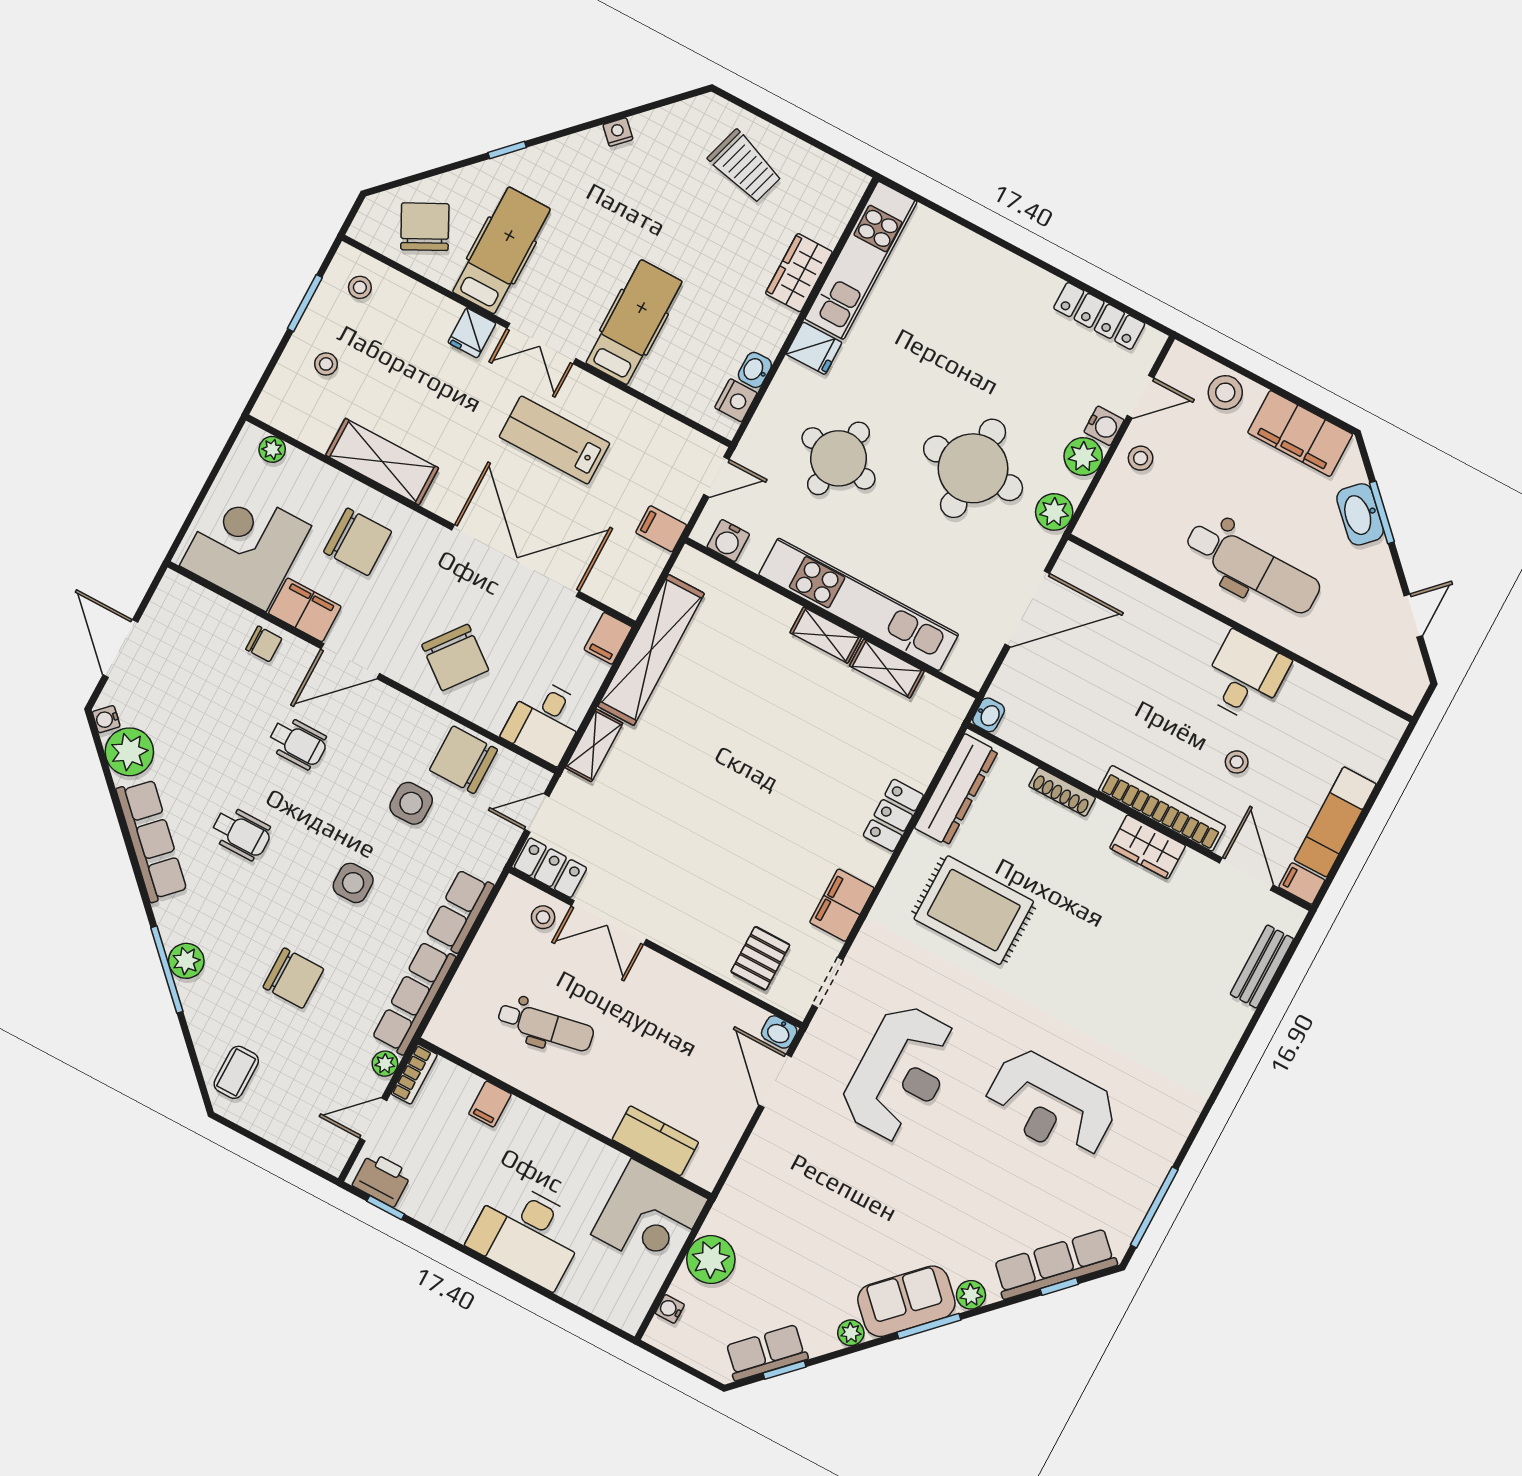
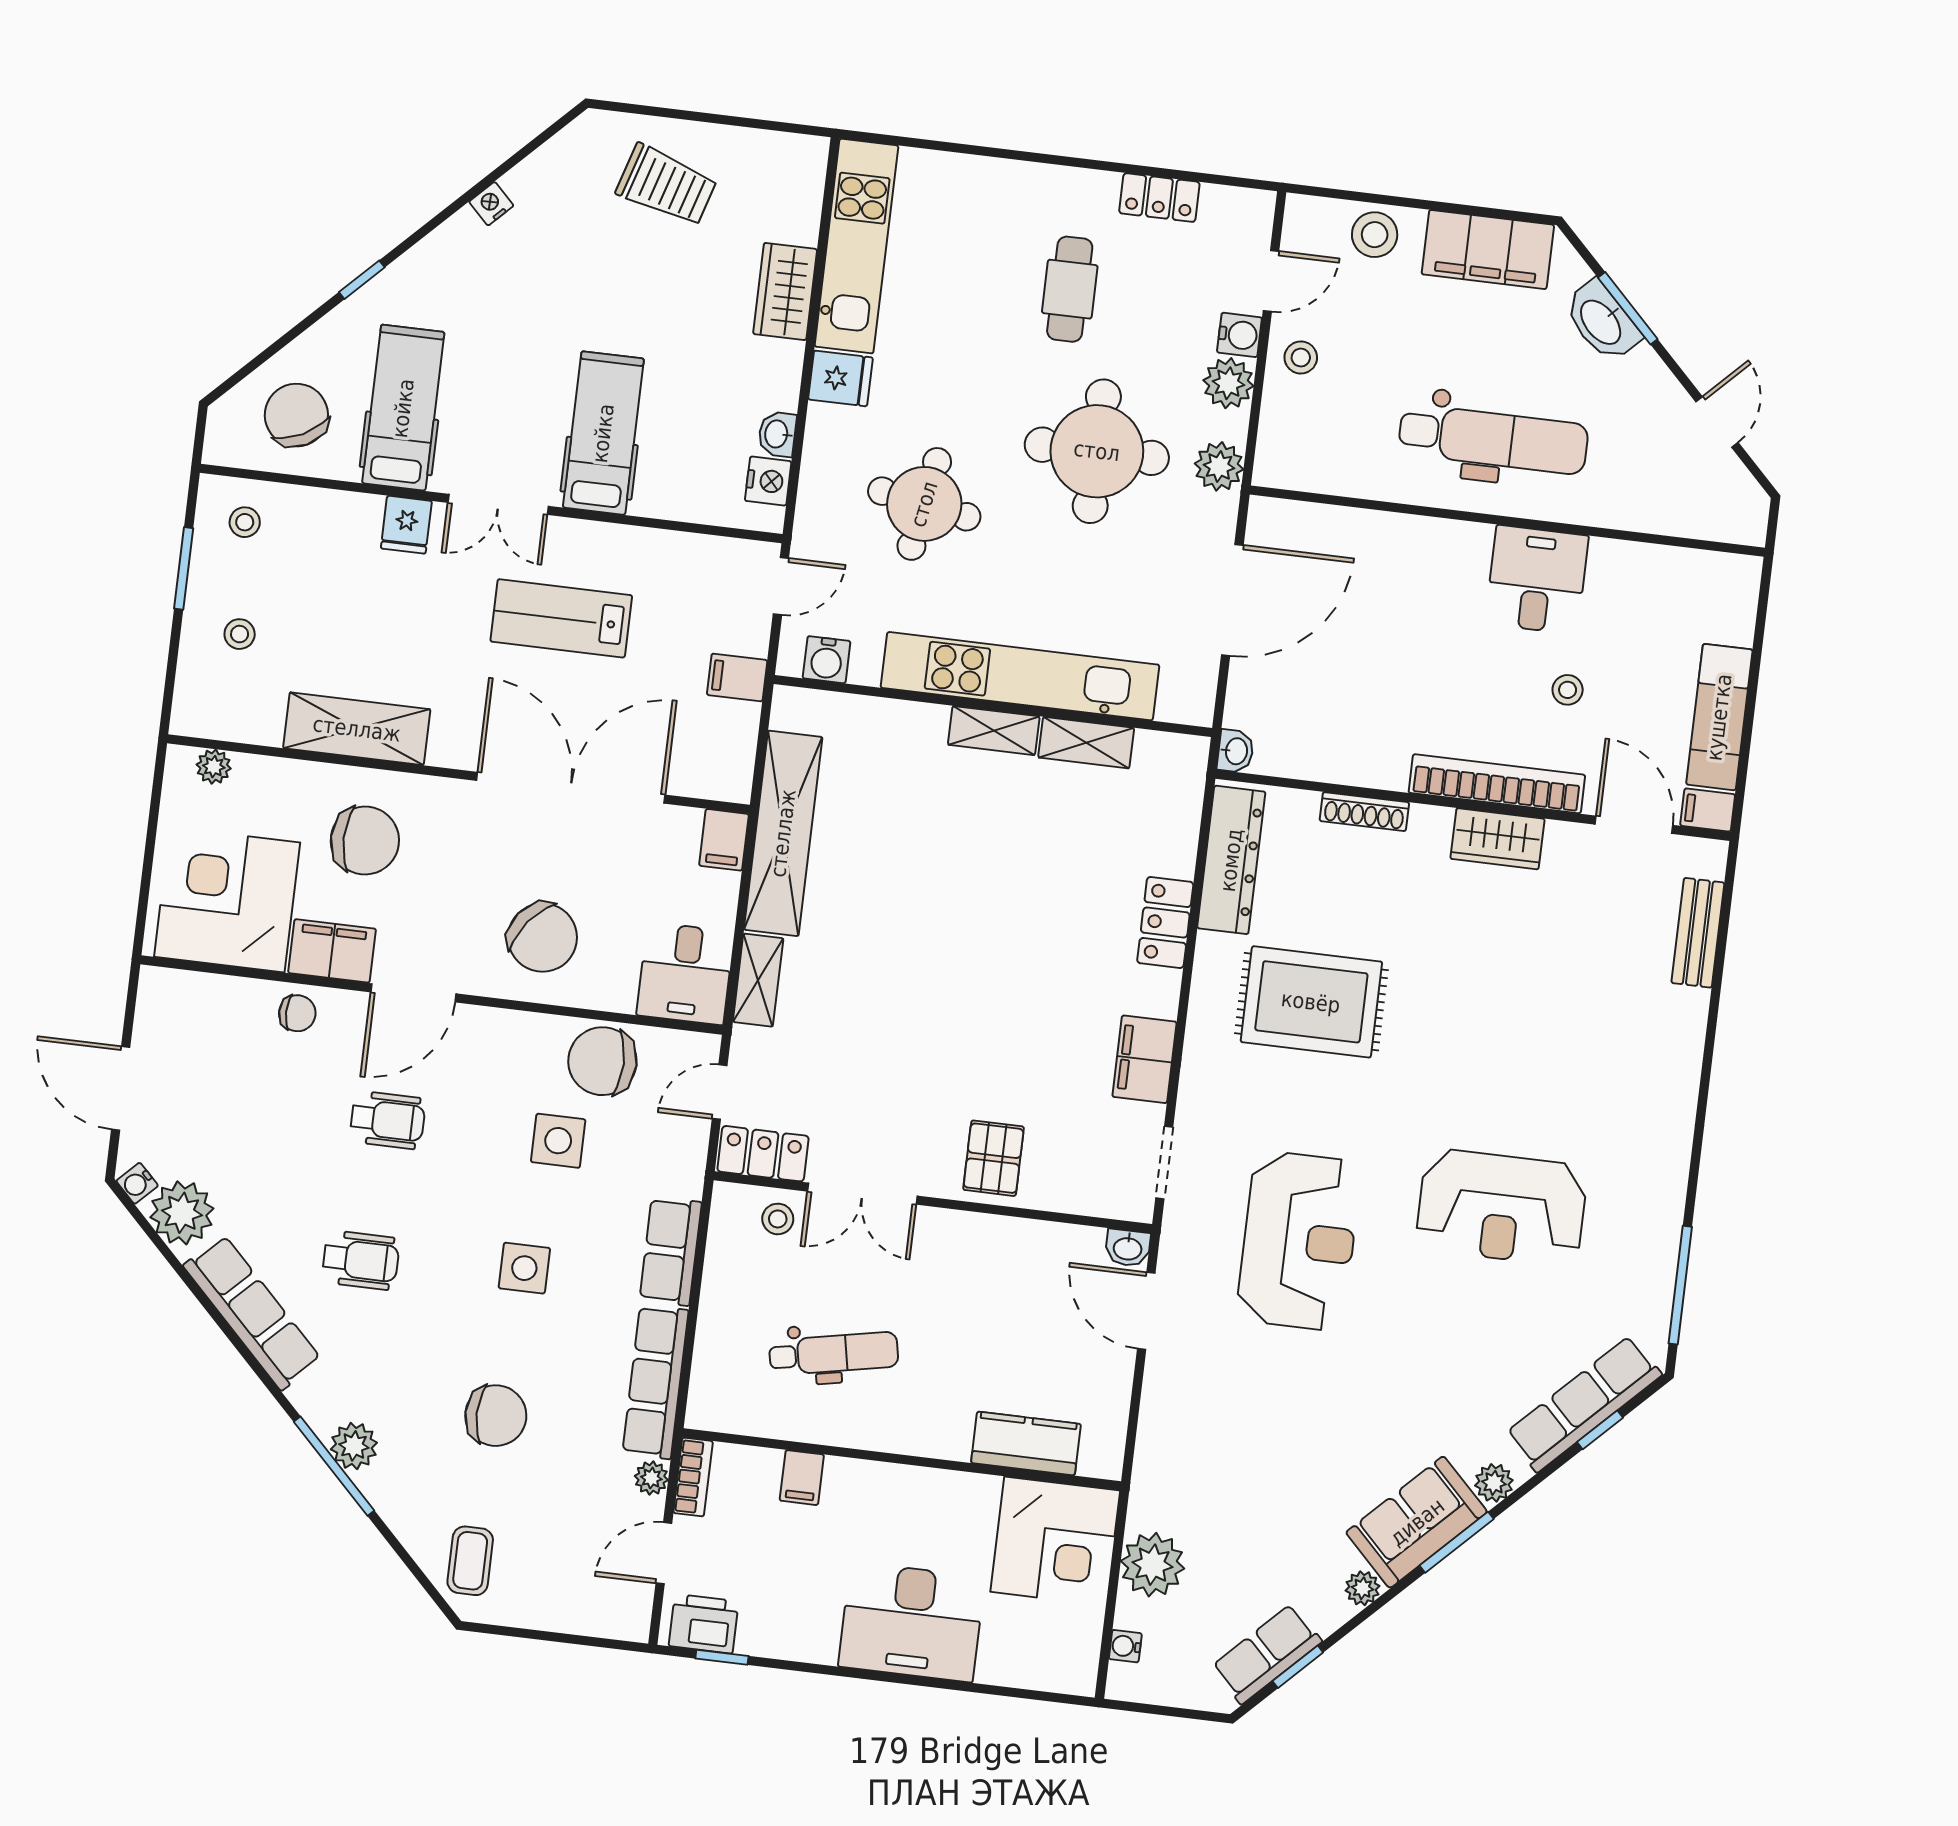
locker: (1099, 316) -> (1159, 198), width x0.66
cafe table: (998, 348) -> (1070, 289), added
pallet: (760, 958) -> (994, 1158), moved

